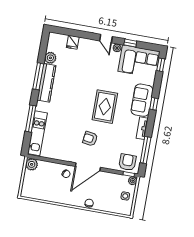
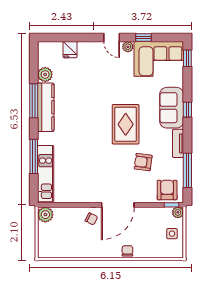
armchair: (90, 139) -> (143, 162), moved

